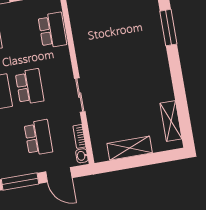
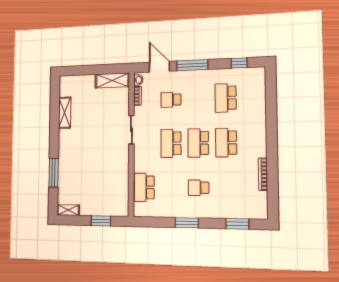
shelving: (171, 121) -> (65, 113), moved
school desk: (38, 138) -> (171, 100), width x0.54
shelving: (130, 148) -> (112, 80), moved

